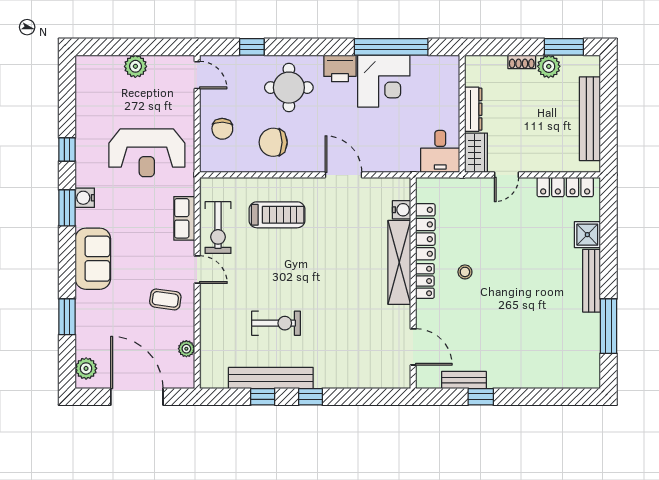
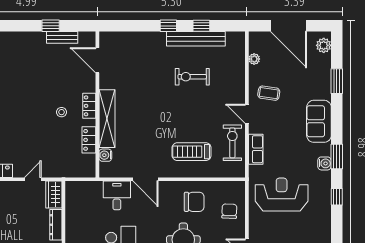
desk: (440, 151) -> (117, 195), moved
locker: (425, 232) -> (89, 140), width x0.66

